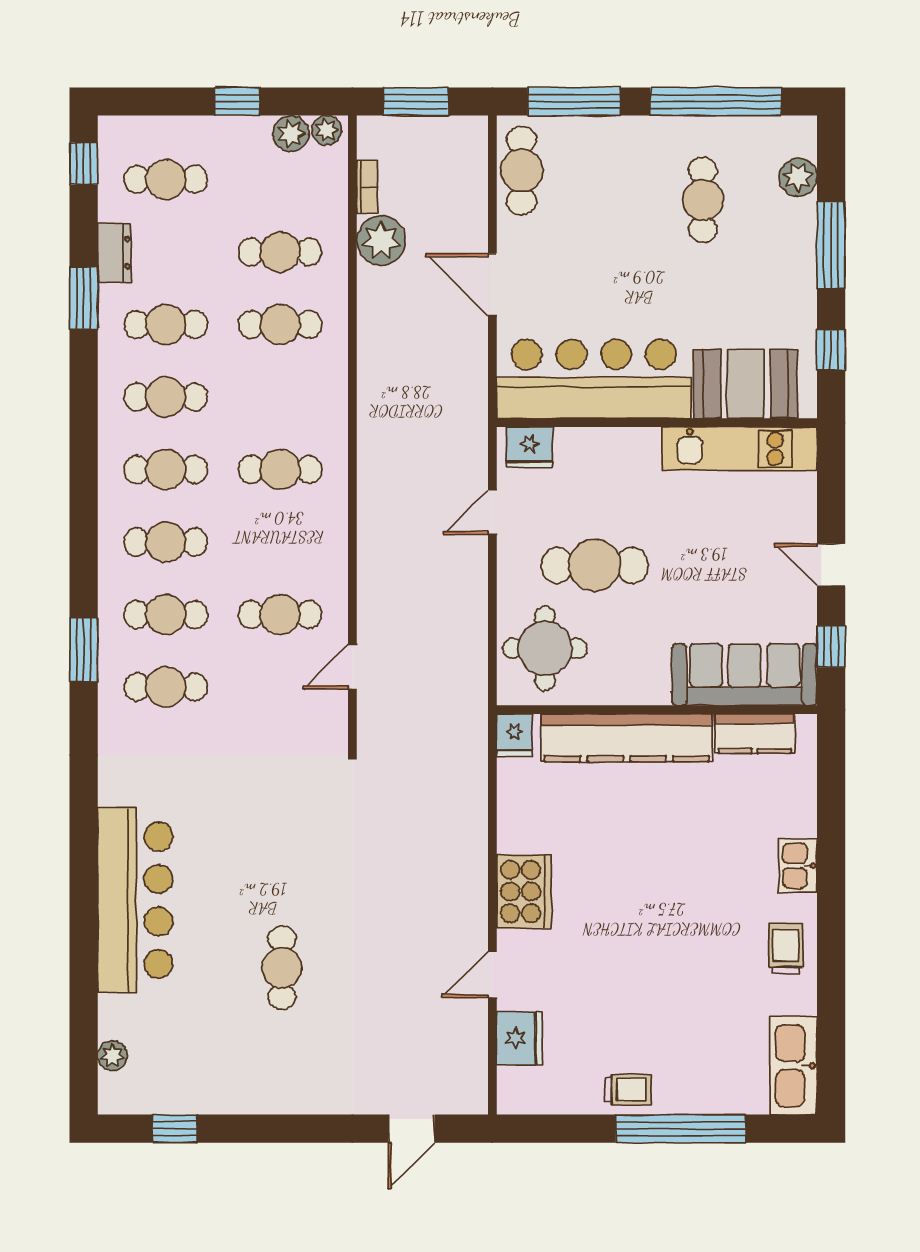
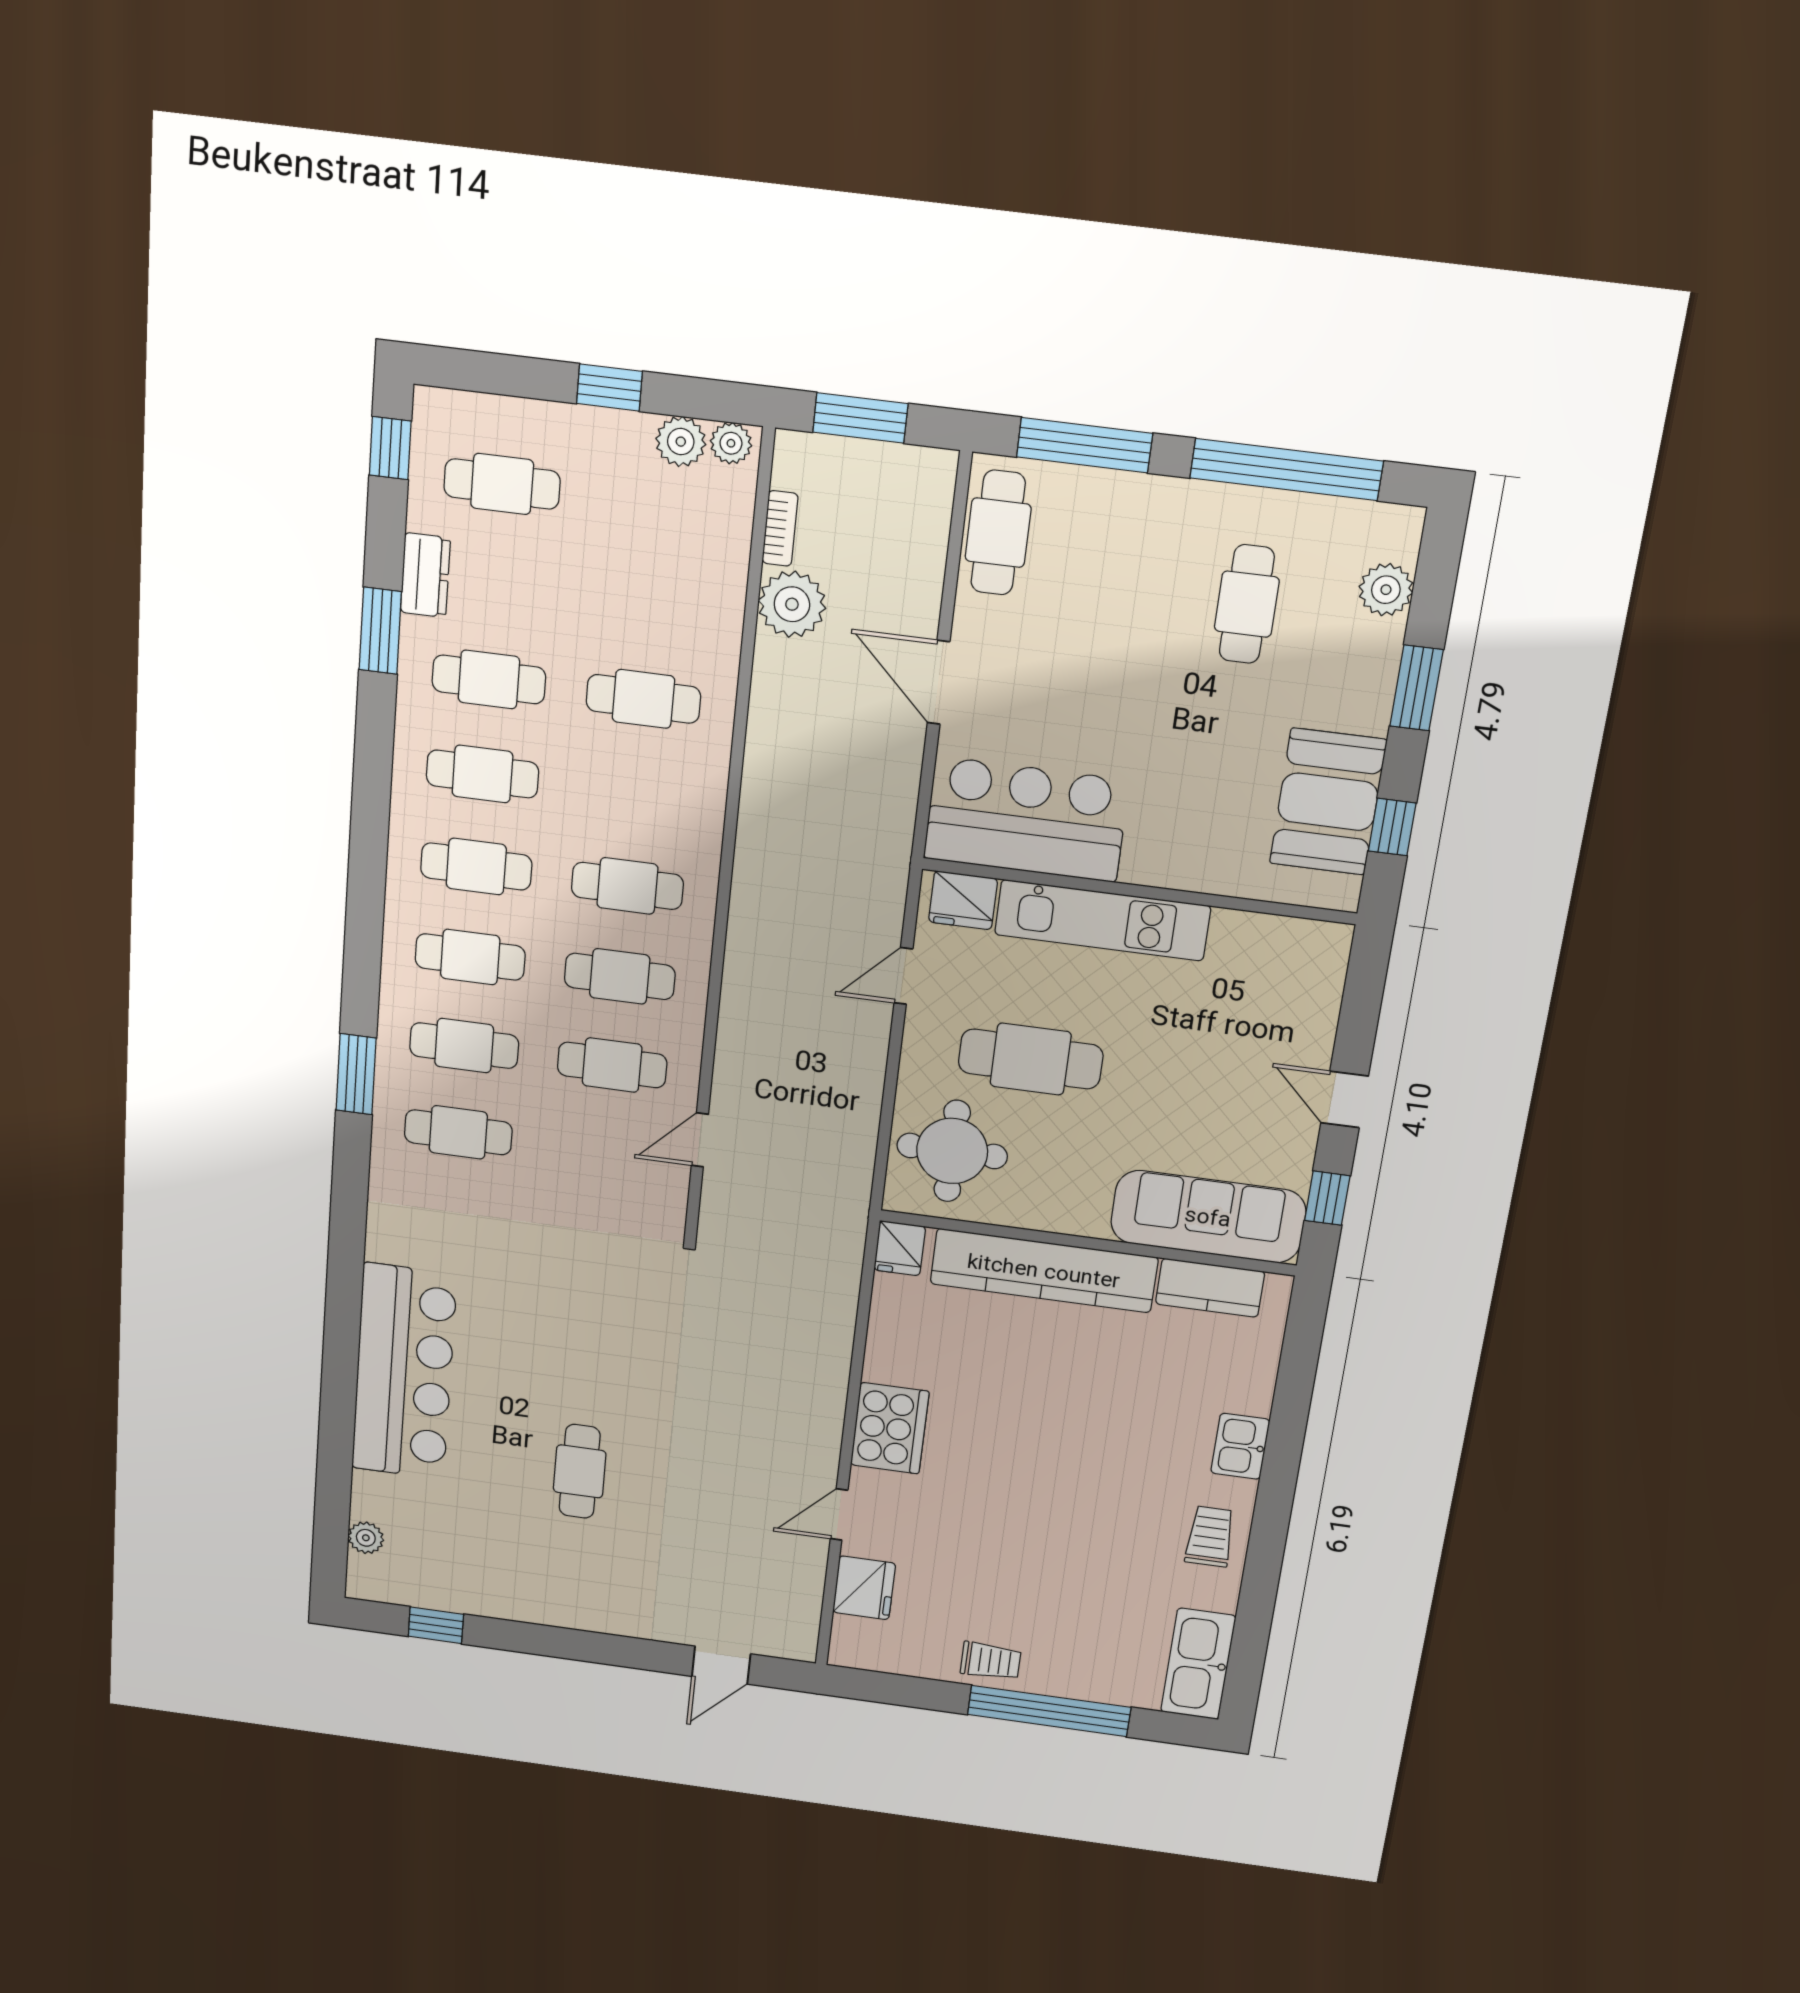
window: (831, 245) -> (1417, 688), width x0.69
cafe table: (280, 252) -> (620, 976), moved
bar counter: (594, 379) -> (1026, 819), width x0.73
booth: (745, 384) -> (1328, 802), moved, turned 90
kitchen unit: (739, 449) -> (1102, 920), moved

